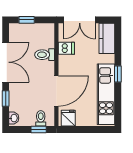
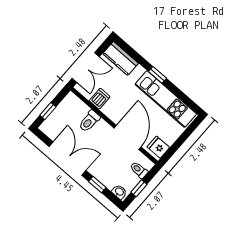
window: (39, 130) -> (139, 188), moved

